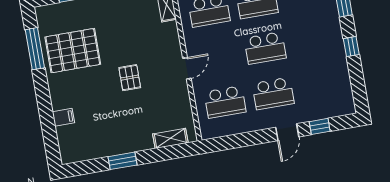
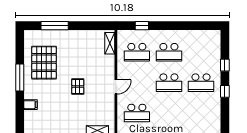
window: (35, 49) -> (20, 78), moved
pallet: (73, 51) -> (44, 63), turned 90
school desk: (273, 94) -> (201, 83), moved

